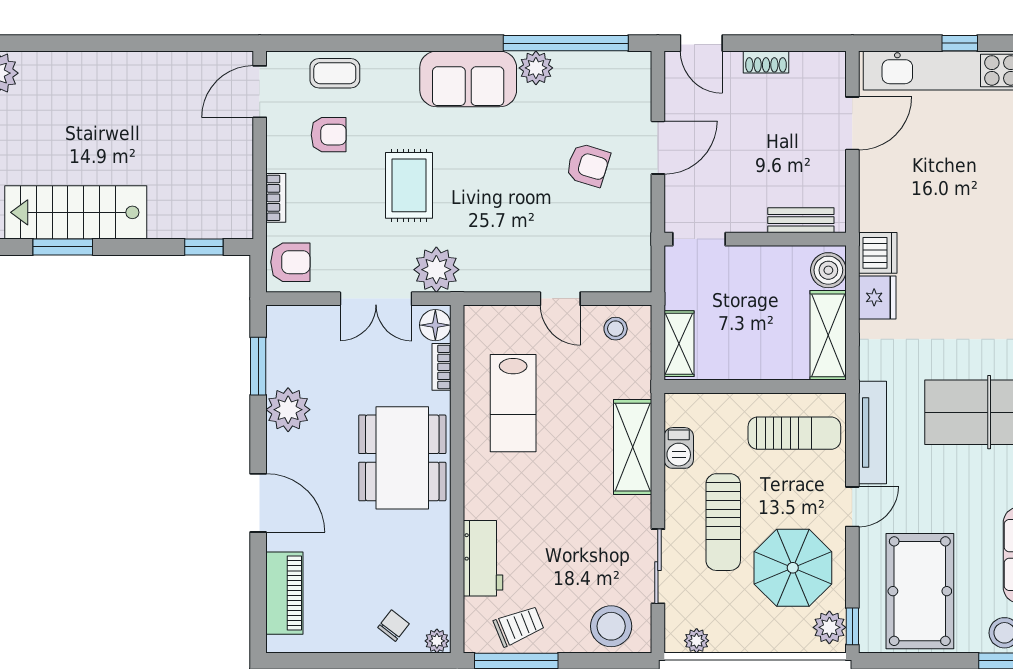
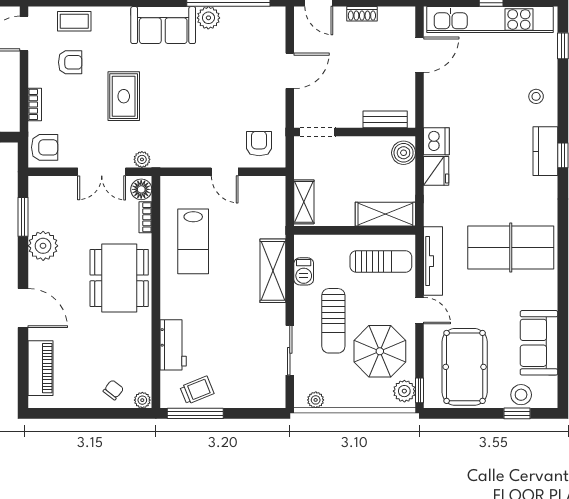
armchair: (588, 165) -> (259, 144), moved, turned -107
plant: (436, 270) -> (142, 159), width x0.53, depth x0.53
stool: (616, 329) -> (262, 192), removed
shelving: (828, 335) -> (385, 214), moved, turned 90
door: (852, 507) -> (420, 311), hinge flipped
stool: (611, 626) -> (259, 390), removed

